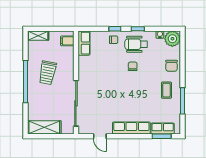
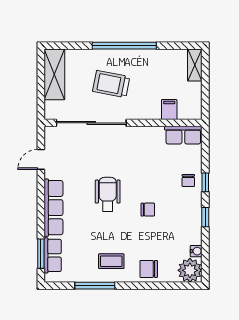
filing cabinet: (67, 41) -> (169, 110), moved
wheelchair: (136, 44) -> (108, 194), moved
trolley: (47, 73) -> (111, 84), moved

